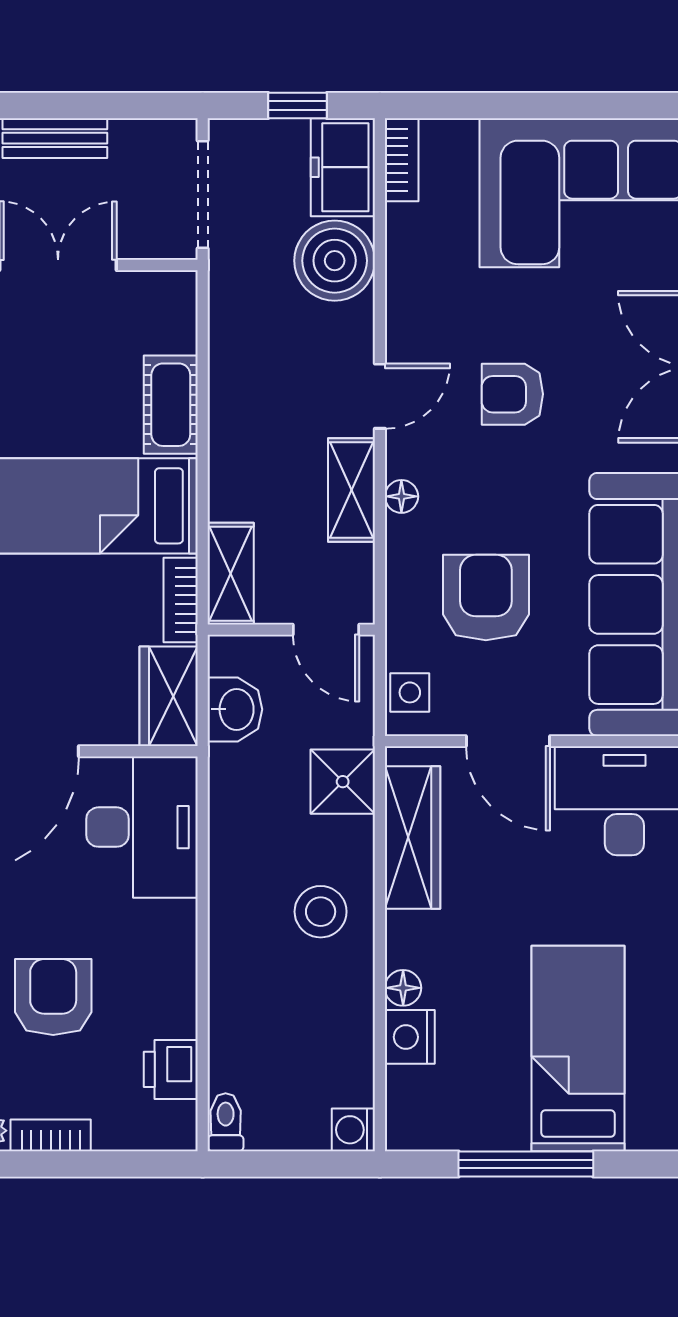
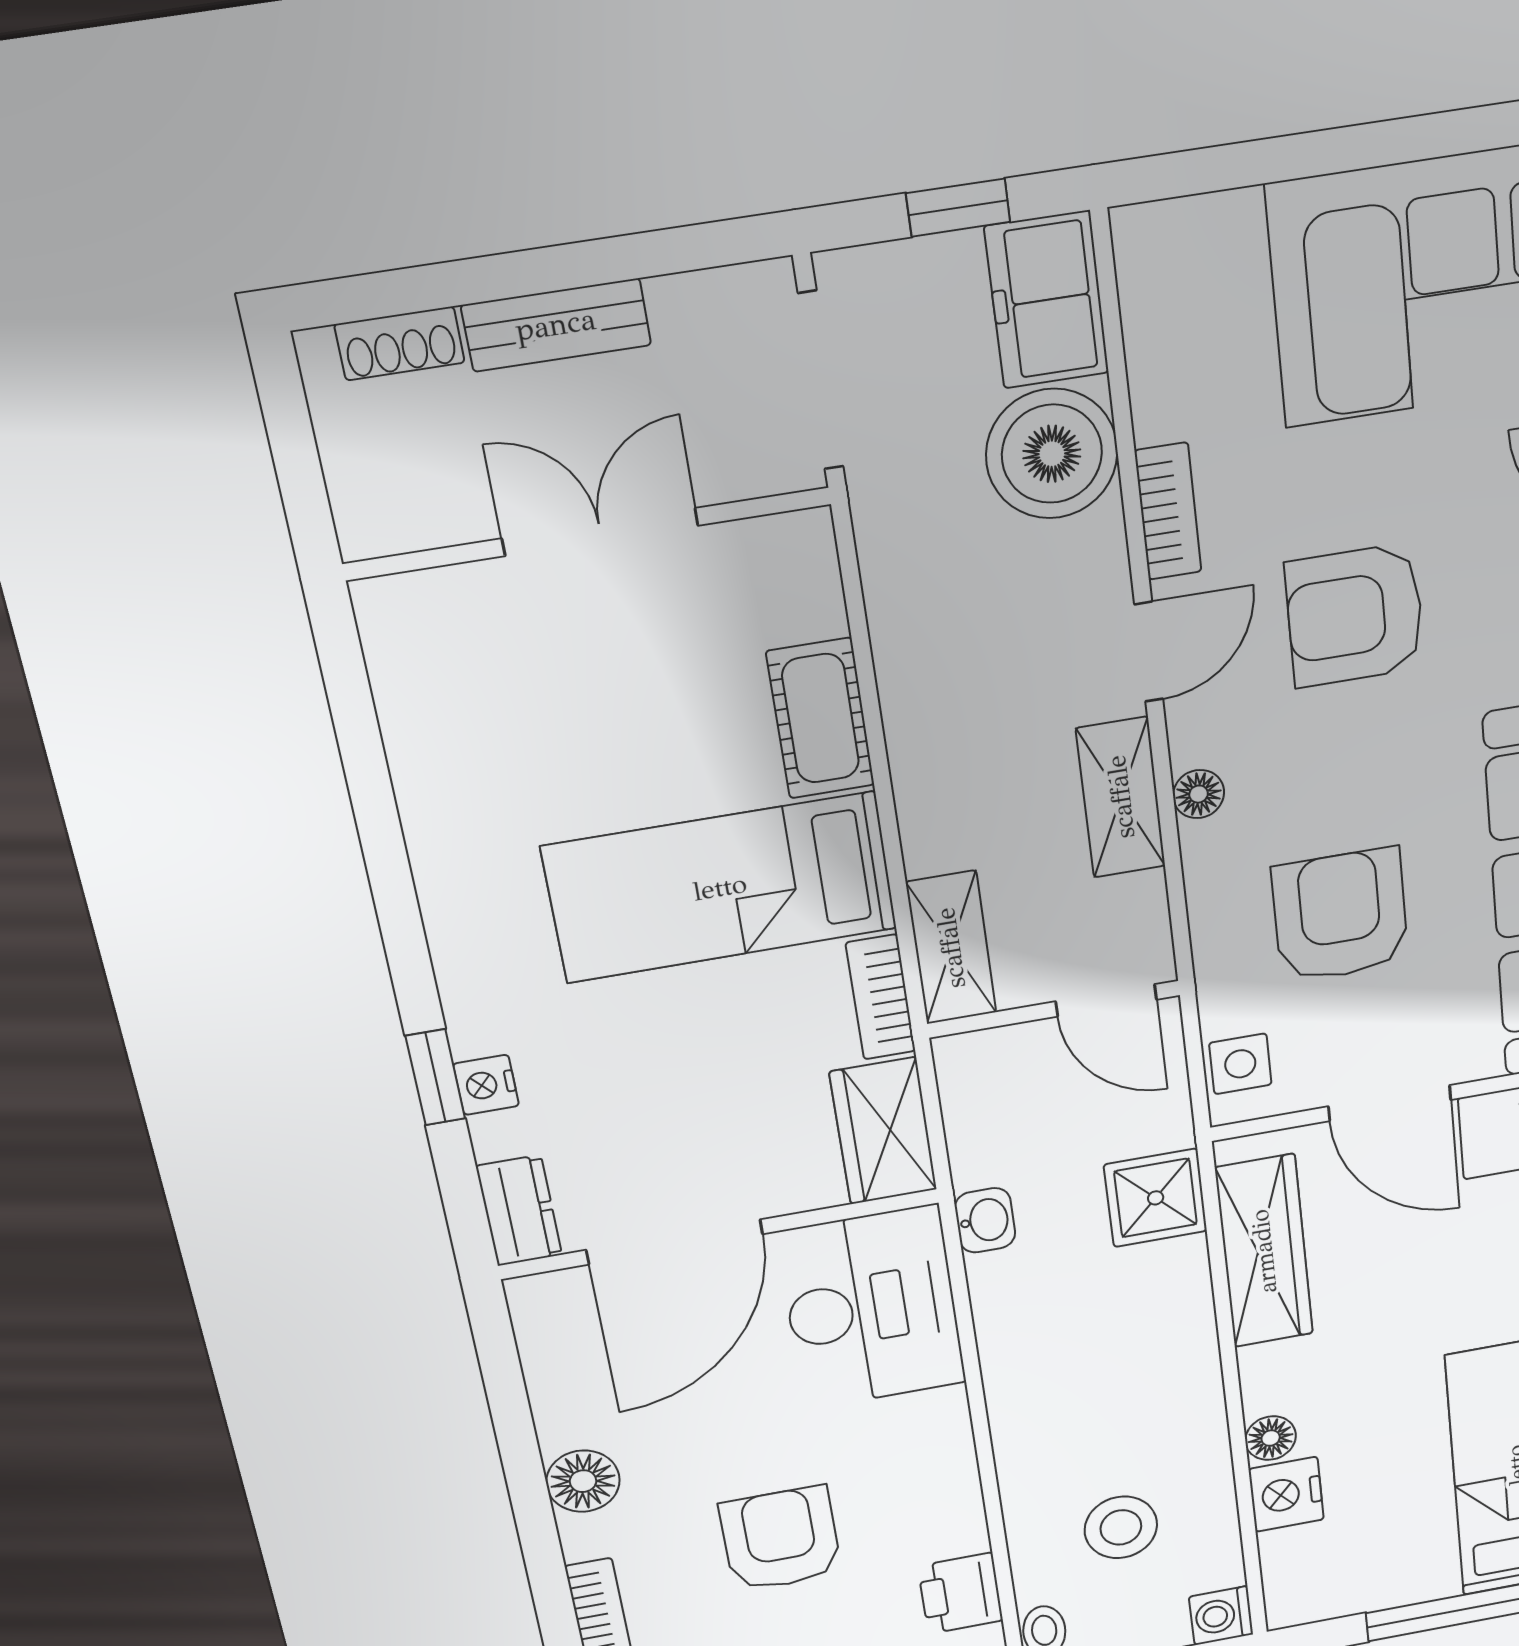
bookcase: (402, 160) -> (1168, 511), moved
armchair: (512, 394) -> (1355, 615), width x1.38, depth x1.38
washbasin: (235, 709) -> (985, 1220), moved, width x0.72, depth x0.69
stool: (321, 912) -> (1121, 1527), moved

